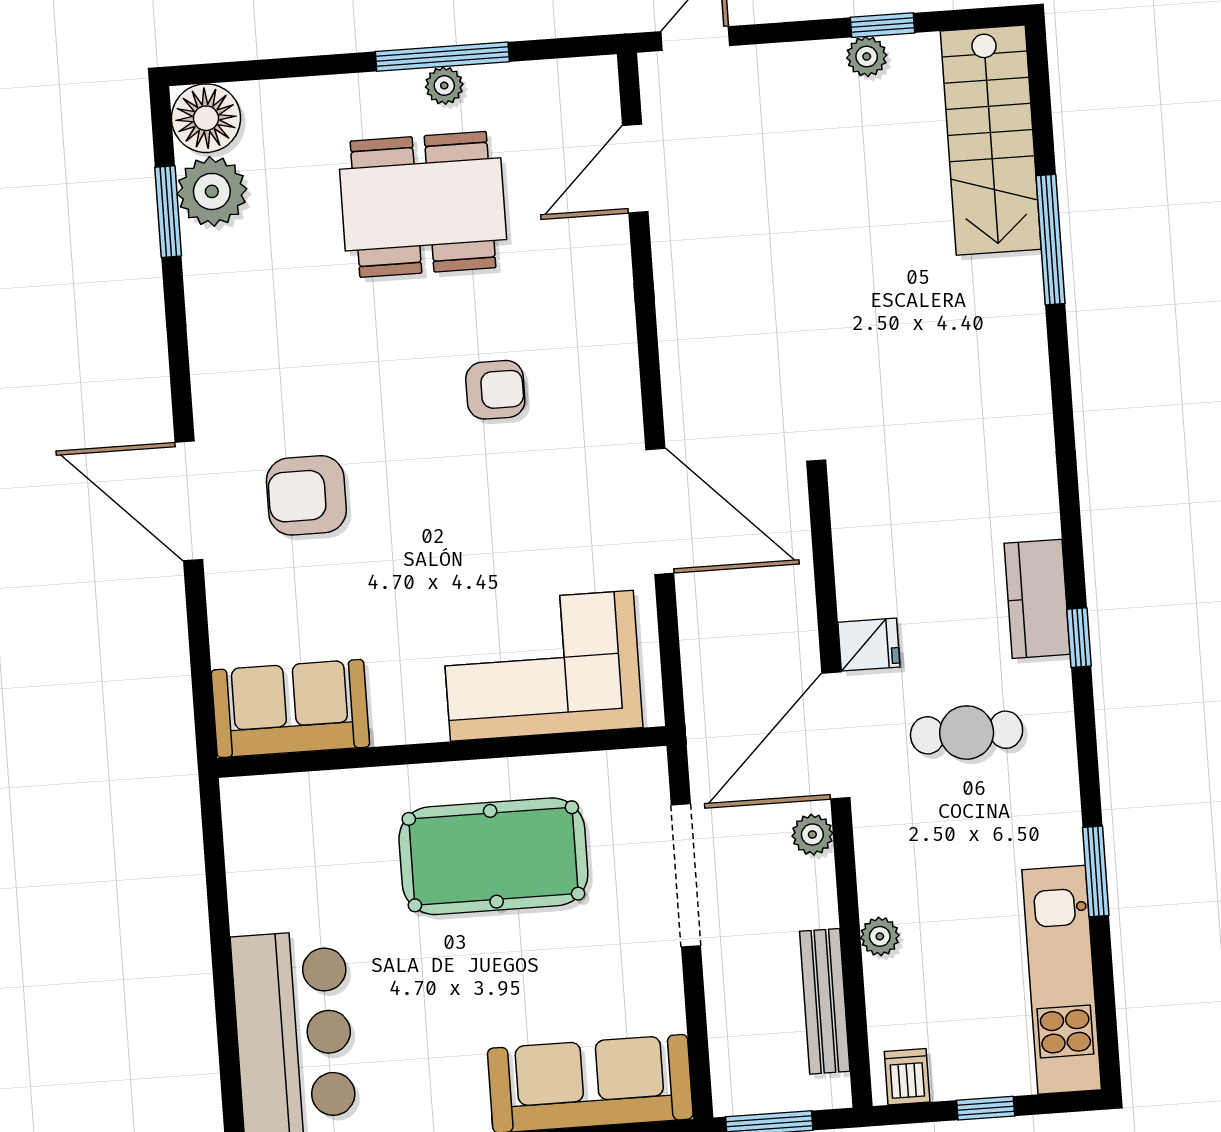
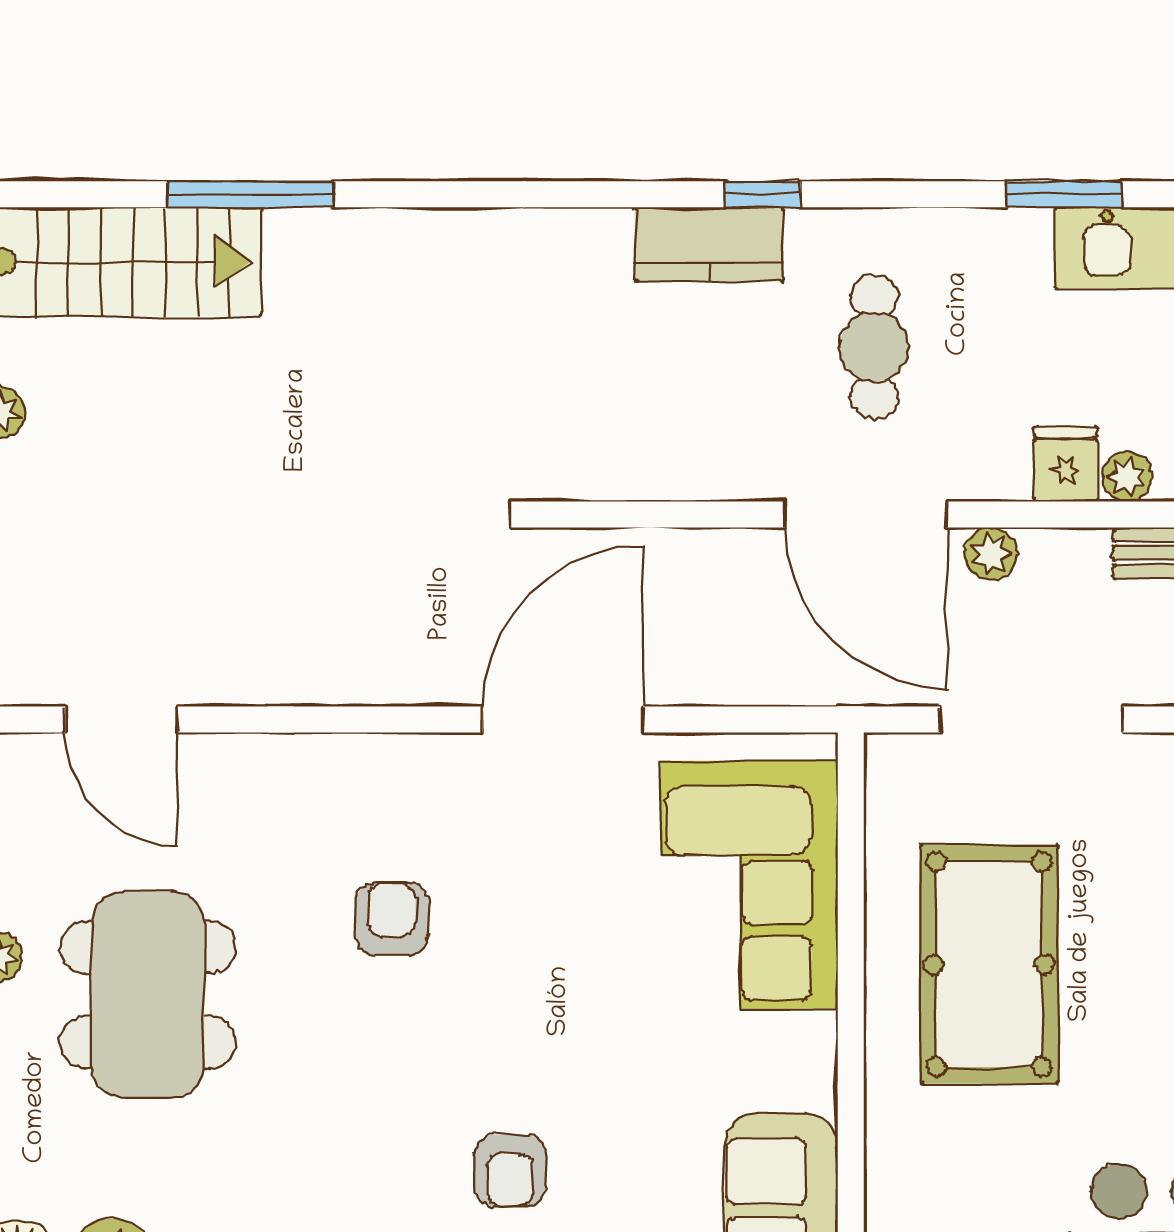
armchair: (306, 495) -> (510, 1171), width x0.72, depth x0.72
fridge: (869, 645) -> (1065, 464), moved

